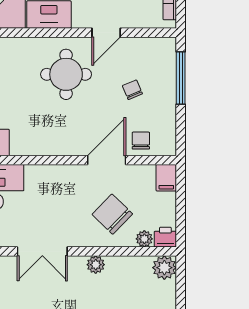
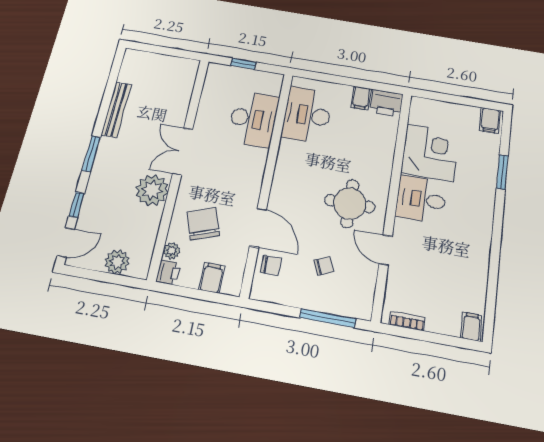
filing cabinet: (166, 178) -> (212, 278), moved, turned 90
chair: (112, 214) -> (203, 224), turned -64
plant: (96, 265) -> (152, 190), width x1.87, depth x1.87
plant: (164, 268) -> (117, 262), moved

